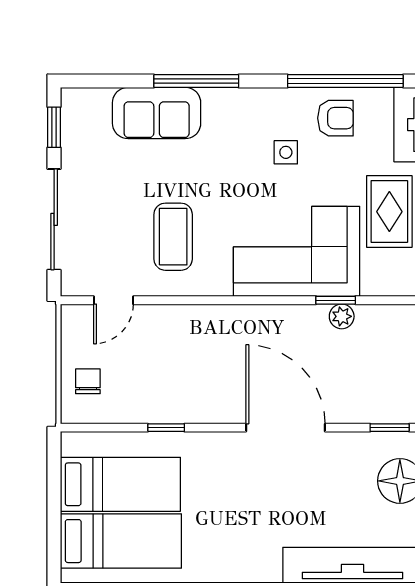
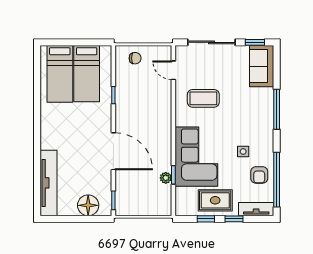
sofa: (157, 113) -> (262, 66), moved
door: (285, 428) -> (113, 151), hinge flipped

